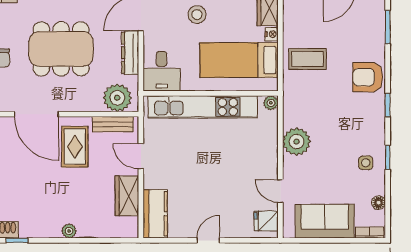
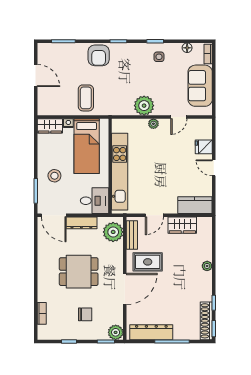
dining table: (61, 49) -> (79, 272), width x0.73
plant: (271, 103) -> (153, 124), moved
fridge: (266, 221) -> (204, 147), moved, turned 90

